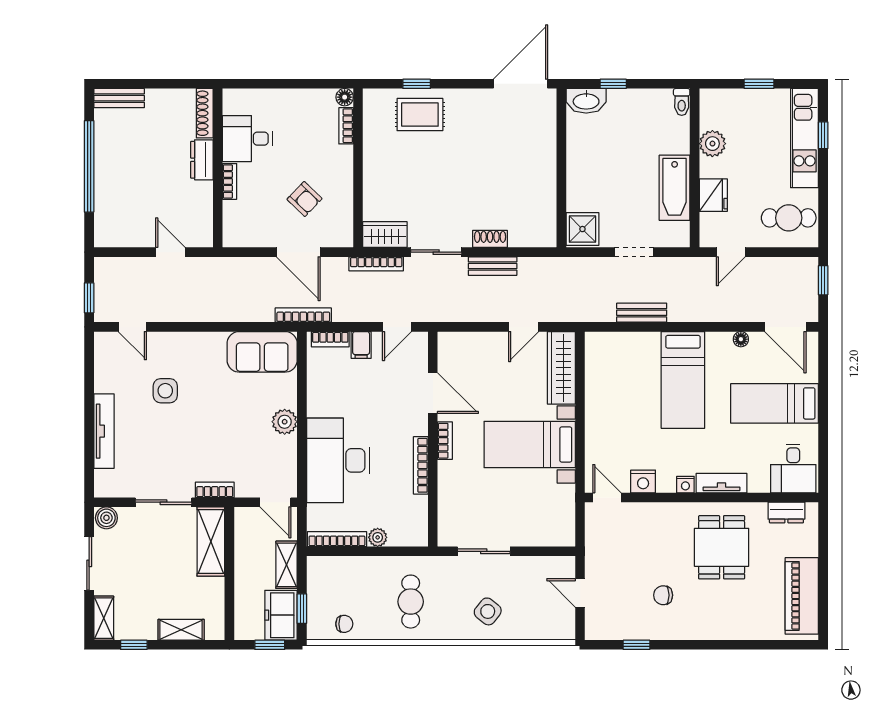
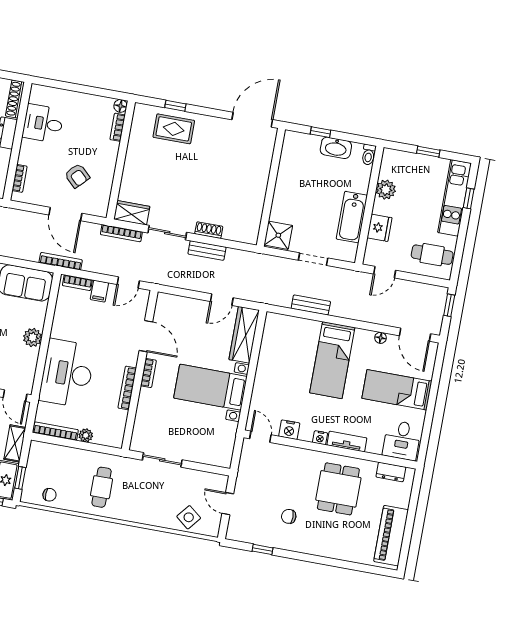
washbasin: (586, 101) -> (336, 148), moved
bookcase: (230, 181) -> (19, 178), moved
side table: (488, 611) -> (189, 517), moved

